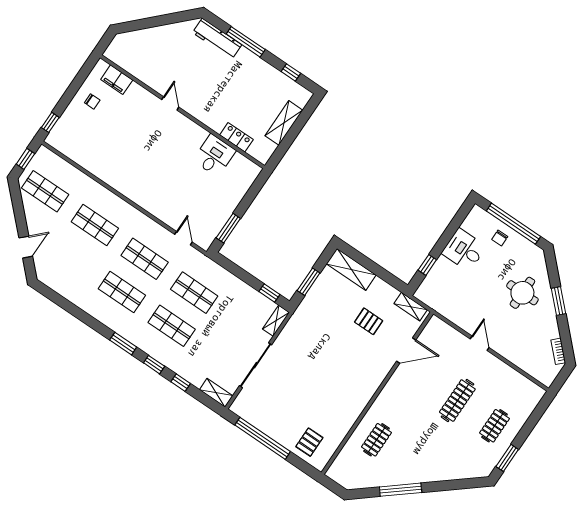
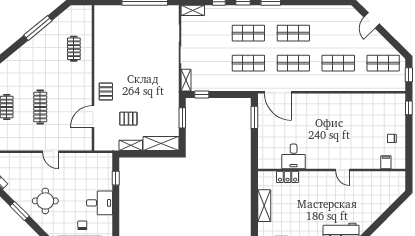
filing cabinet: (117, 80) -> (386, 162), width x0.50
door: (183, 238) -> (278, 92), width x1.87
shelving: (411, 307) -> (131, 145), moved
pallet: (309, 442) -> (106, 92), moved

